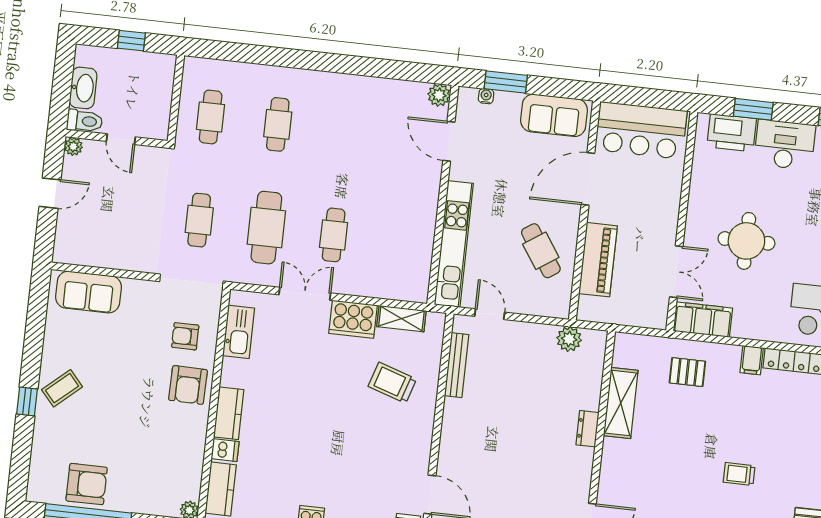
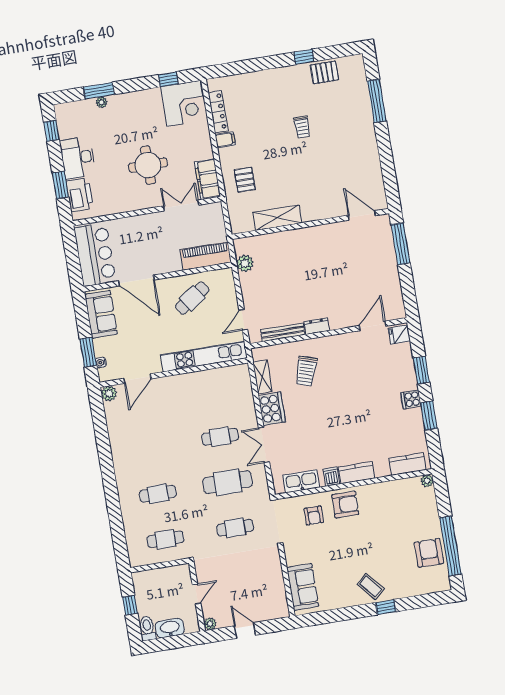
toilet: (85, 121) -> (147, 628), moved
piano: (598, 260) -> (206, 256), moved
dresser: (588, 429) -> (317, 326), moved, turned 180
dishwasher: (225, 450) -> (331, 477), moved

